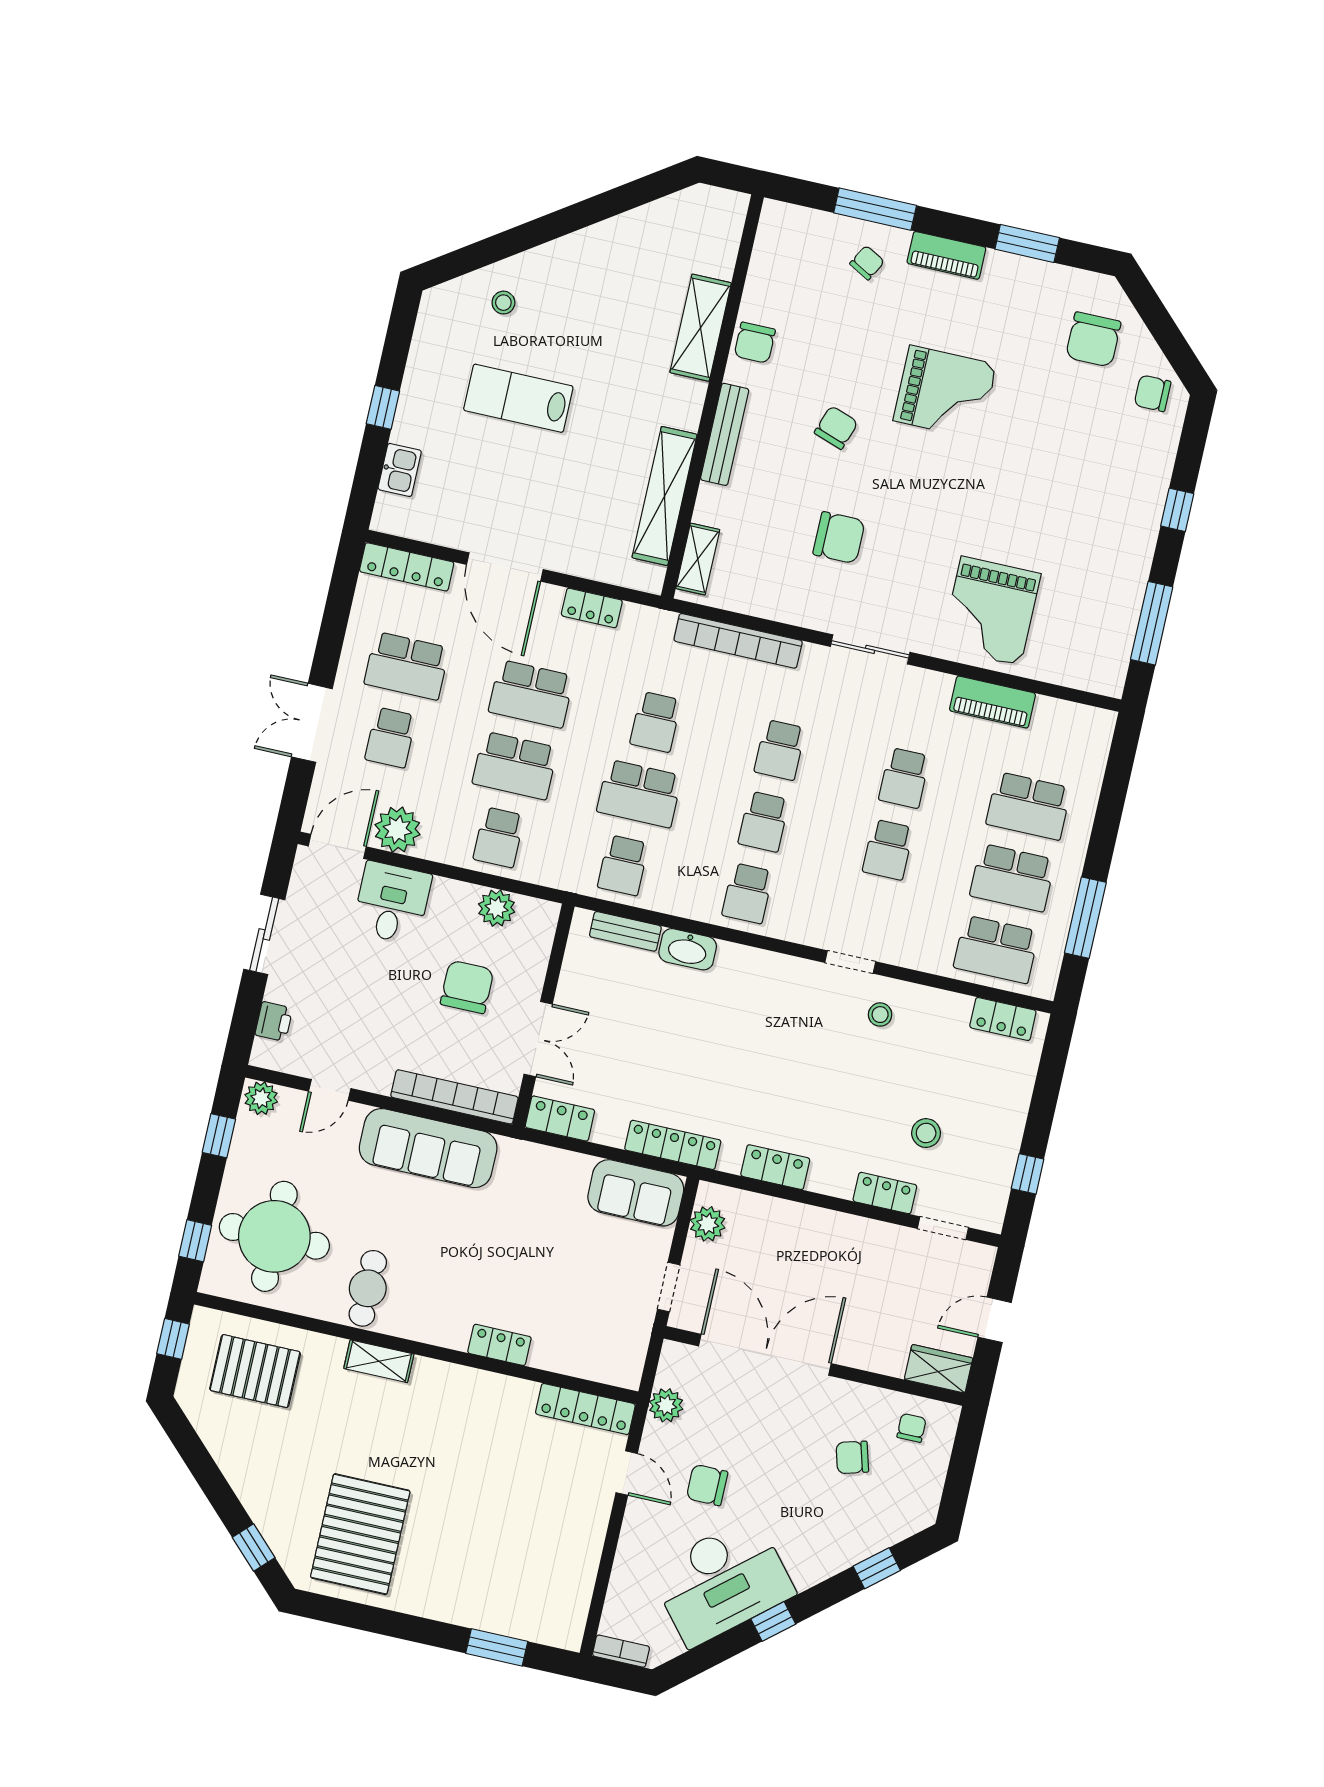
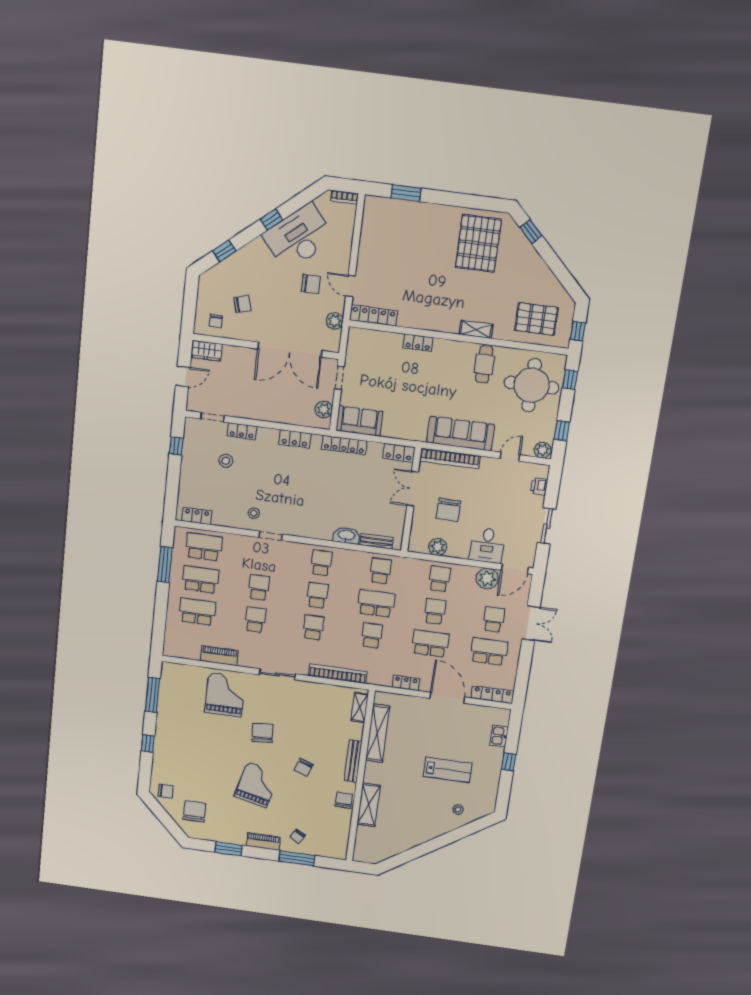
grand piano: (945, 393) -> (257, 785), turned 104
chair: (839, 538) -> (262, 733), moved, turned 86
school desk: (515, 766) -> (435, 611), width x0.54

